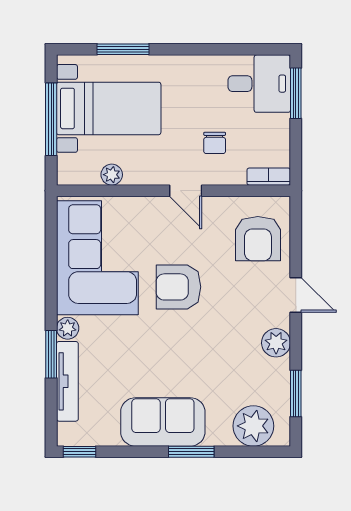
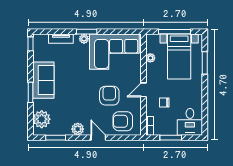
window: (296, 93) -> (171, 138), moved
armchair: (178, 287) -> (109, 96), moved
door: (296, 295) -> (98, 138), swing flipped
window: (51, 354) -> (87, 32), moved
tv unit: (67, 381) -> (61, 39), width x0.71

